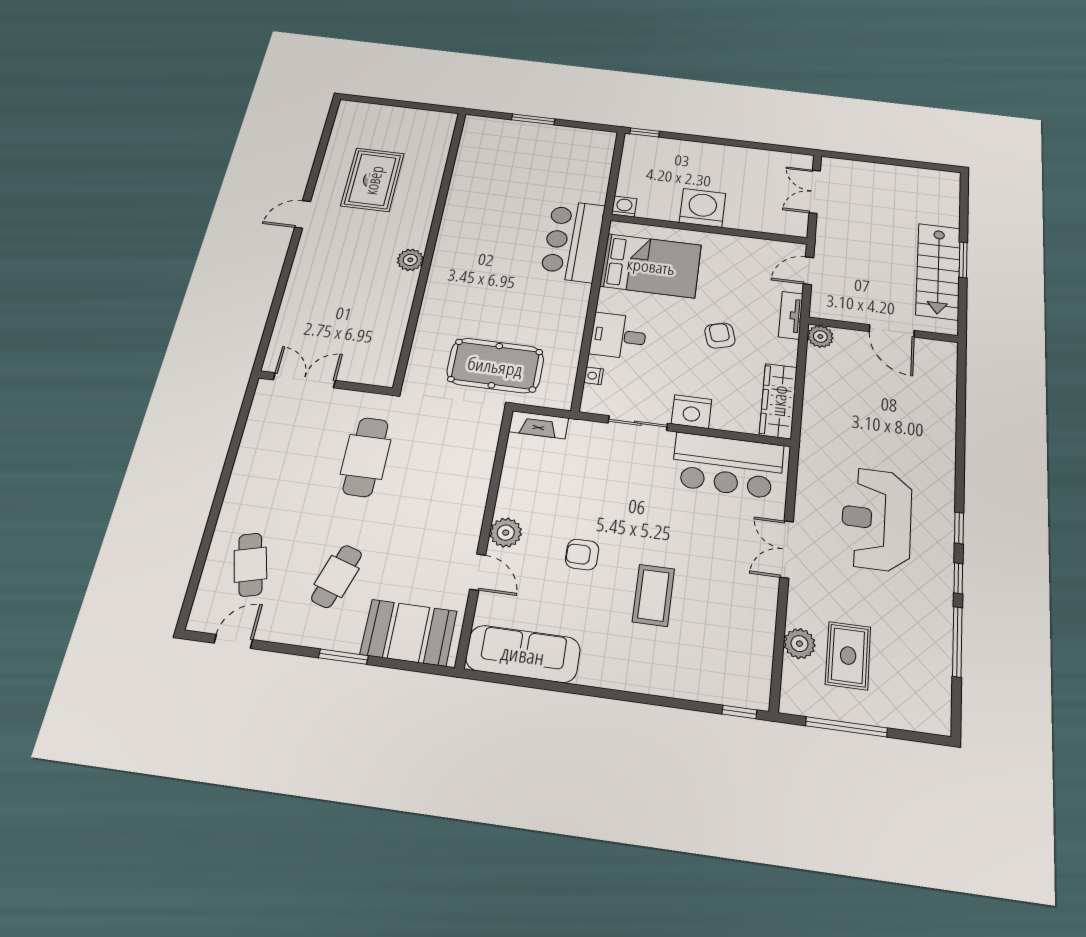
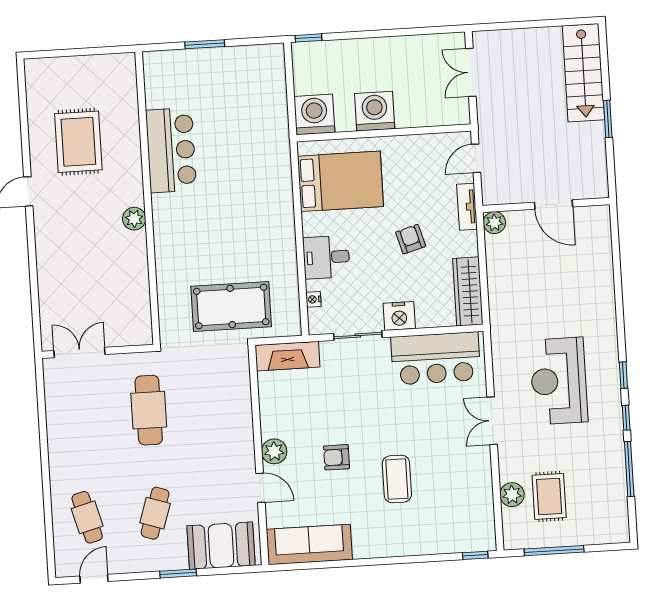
washing machine: (624, 206) -> (314, 114), width x1.89, depth x1.89
bar counter: (573, 241) -> (171, 150), moved, turned 180
stairs: (938, 271) -> (583, 73), moved
fireplace: (539, 425) -> (288, 356), width x1.37, depth x1.32

